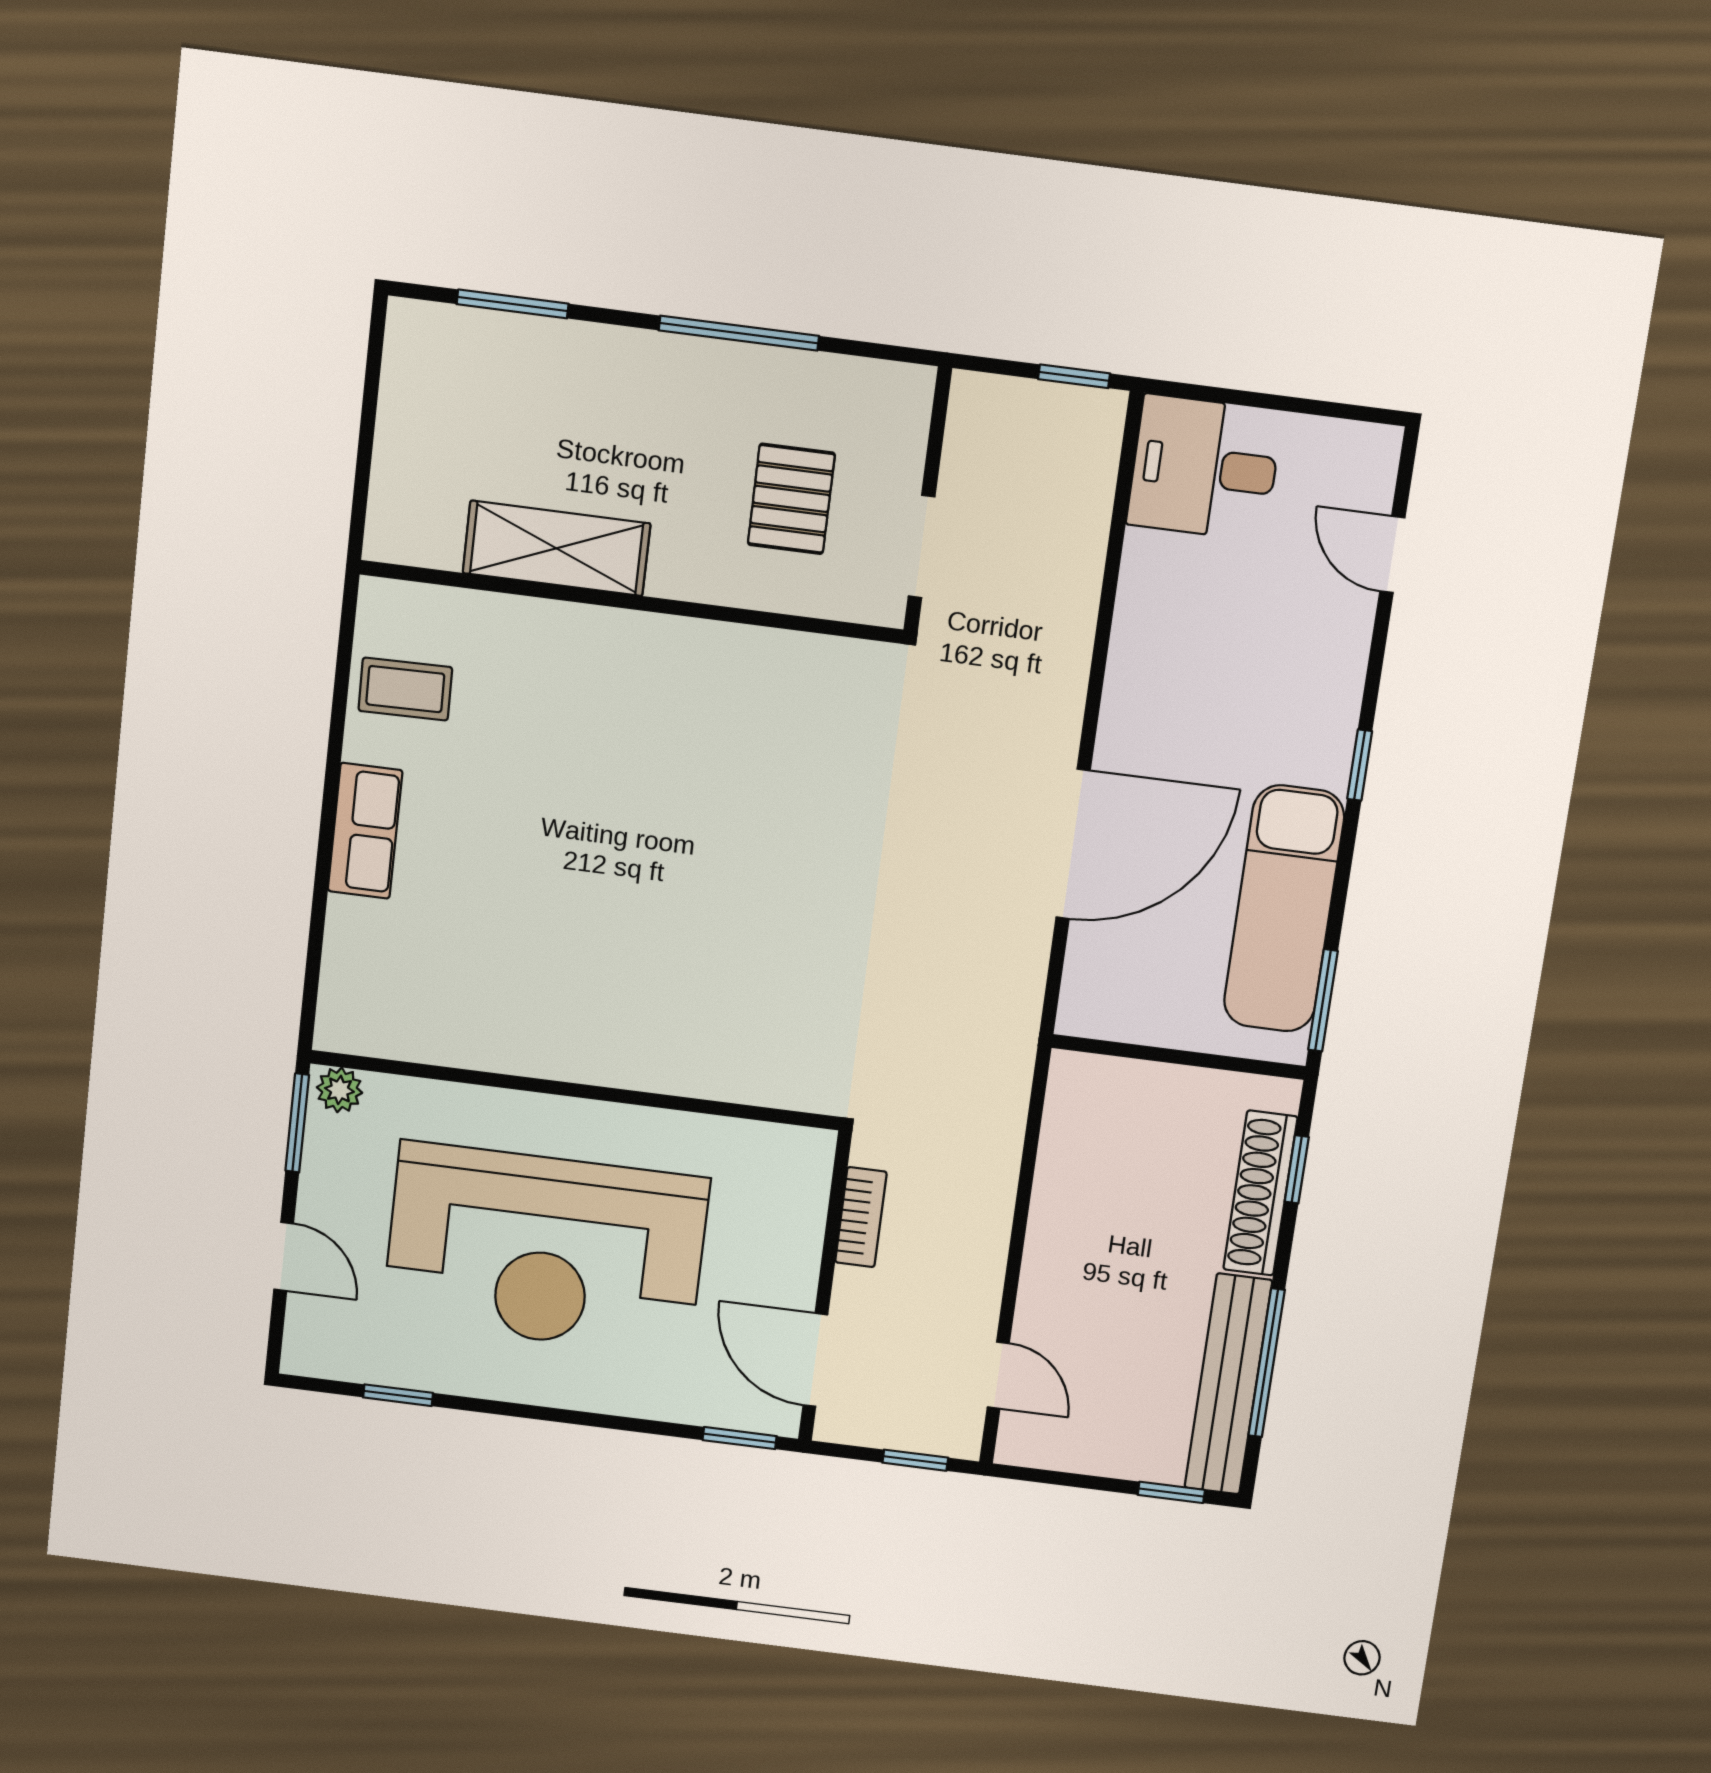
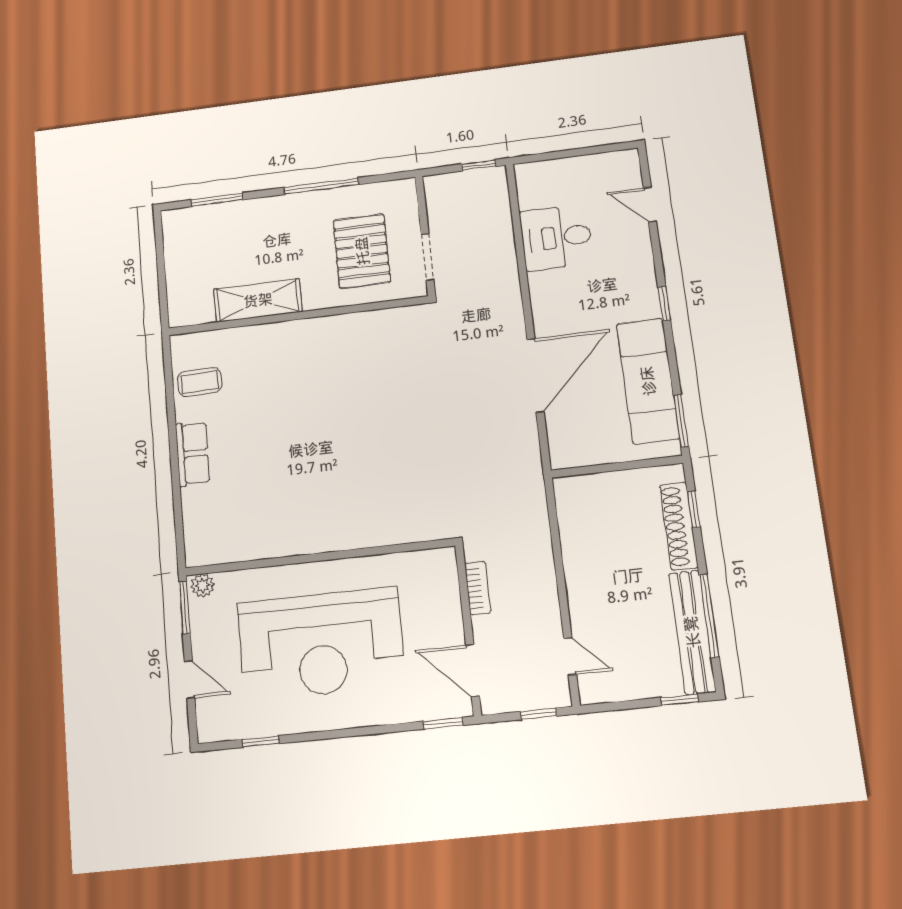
desk: (1204, 468) -> (556, 238), moved
pallet: (791, 499) -> (362, 251), width x1.50, depth x1.42

